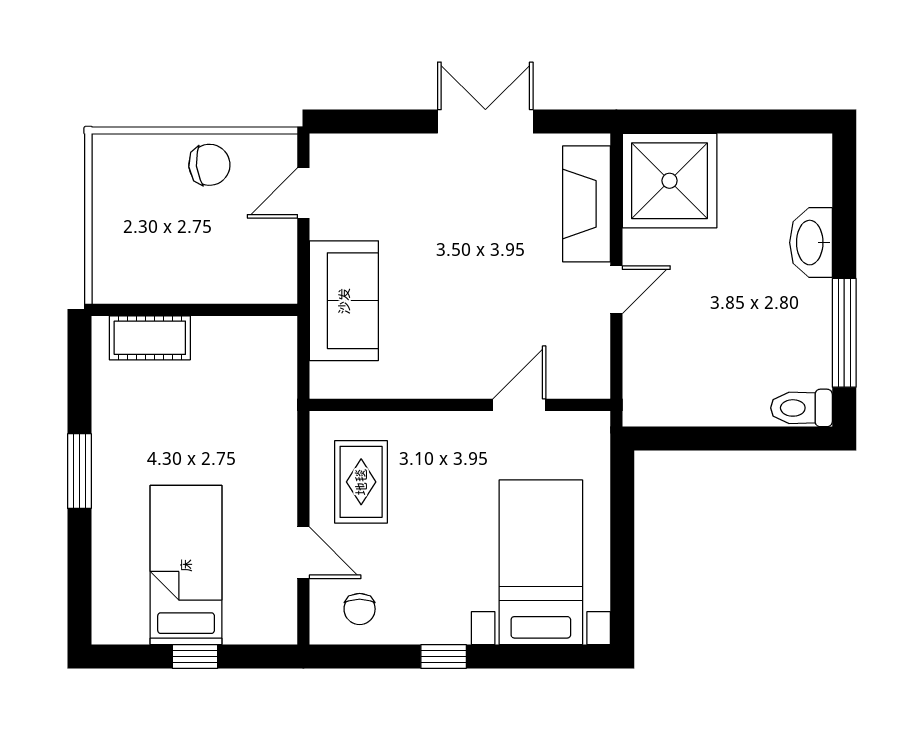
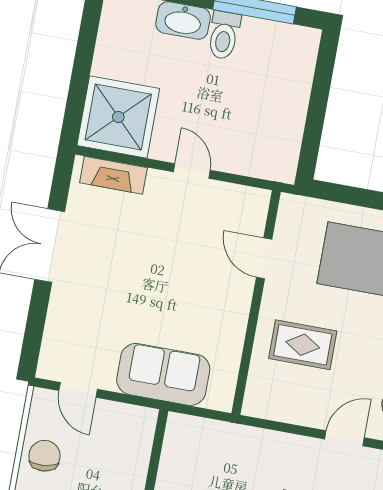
fireplace: (587, 204) -> (113, 175), width x0.73, depth x0.76
toilet: (801, 408) -> (224, 35), moved
rug: (361, 482) -> (303, 345), moved

